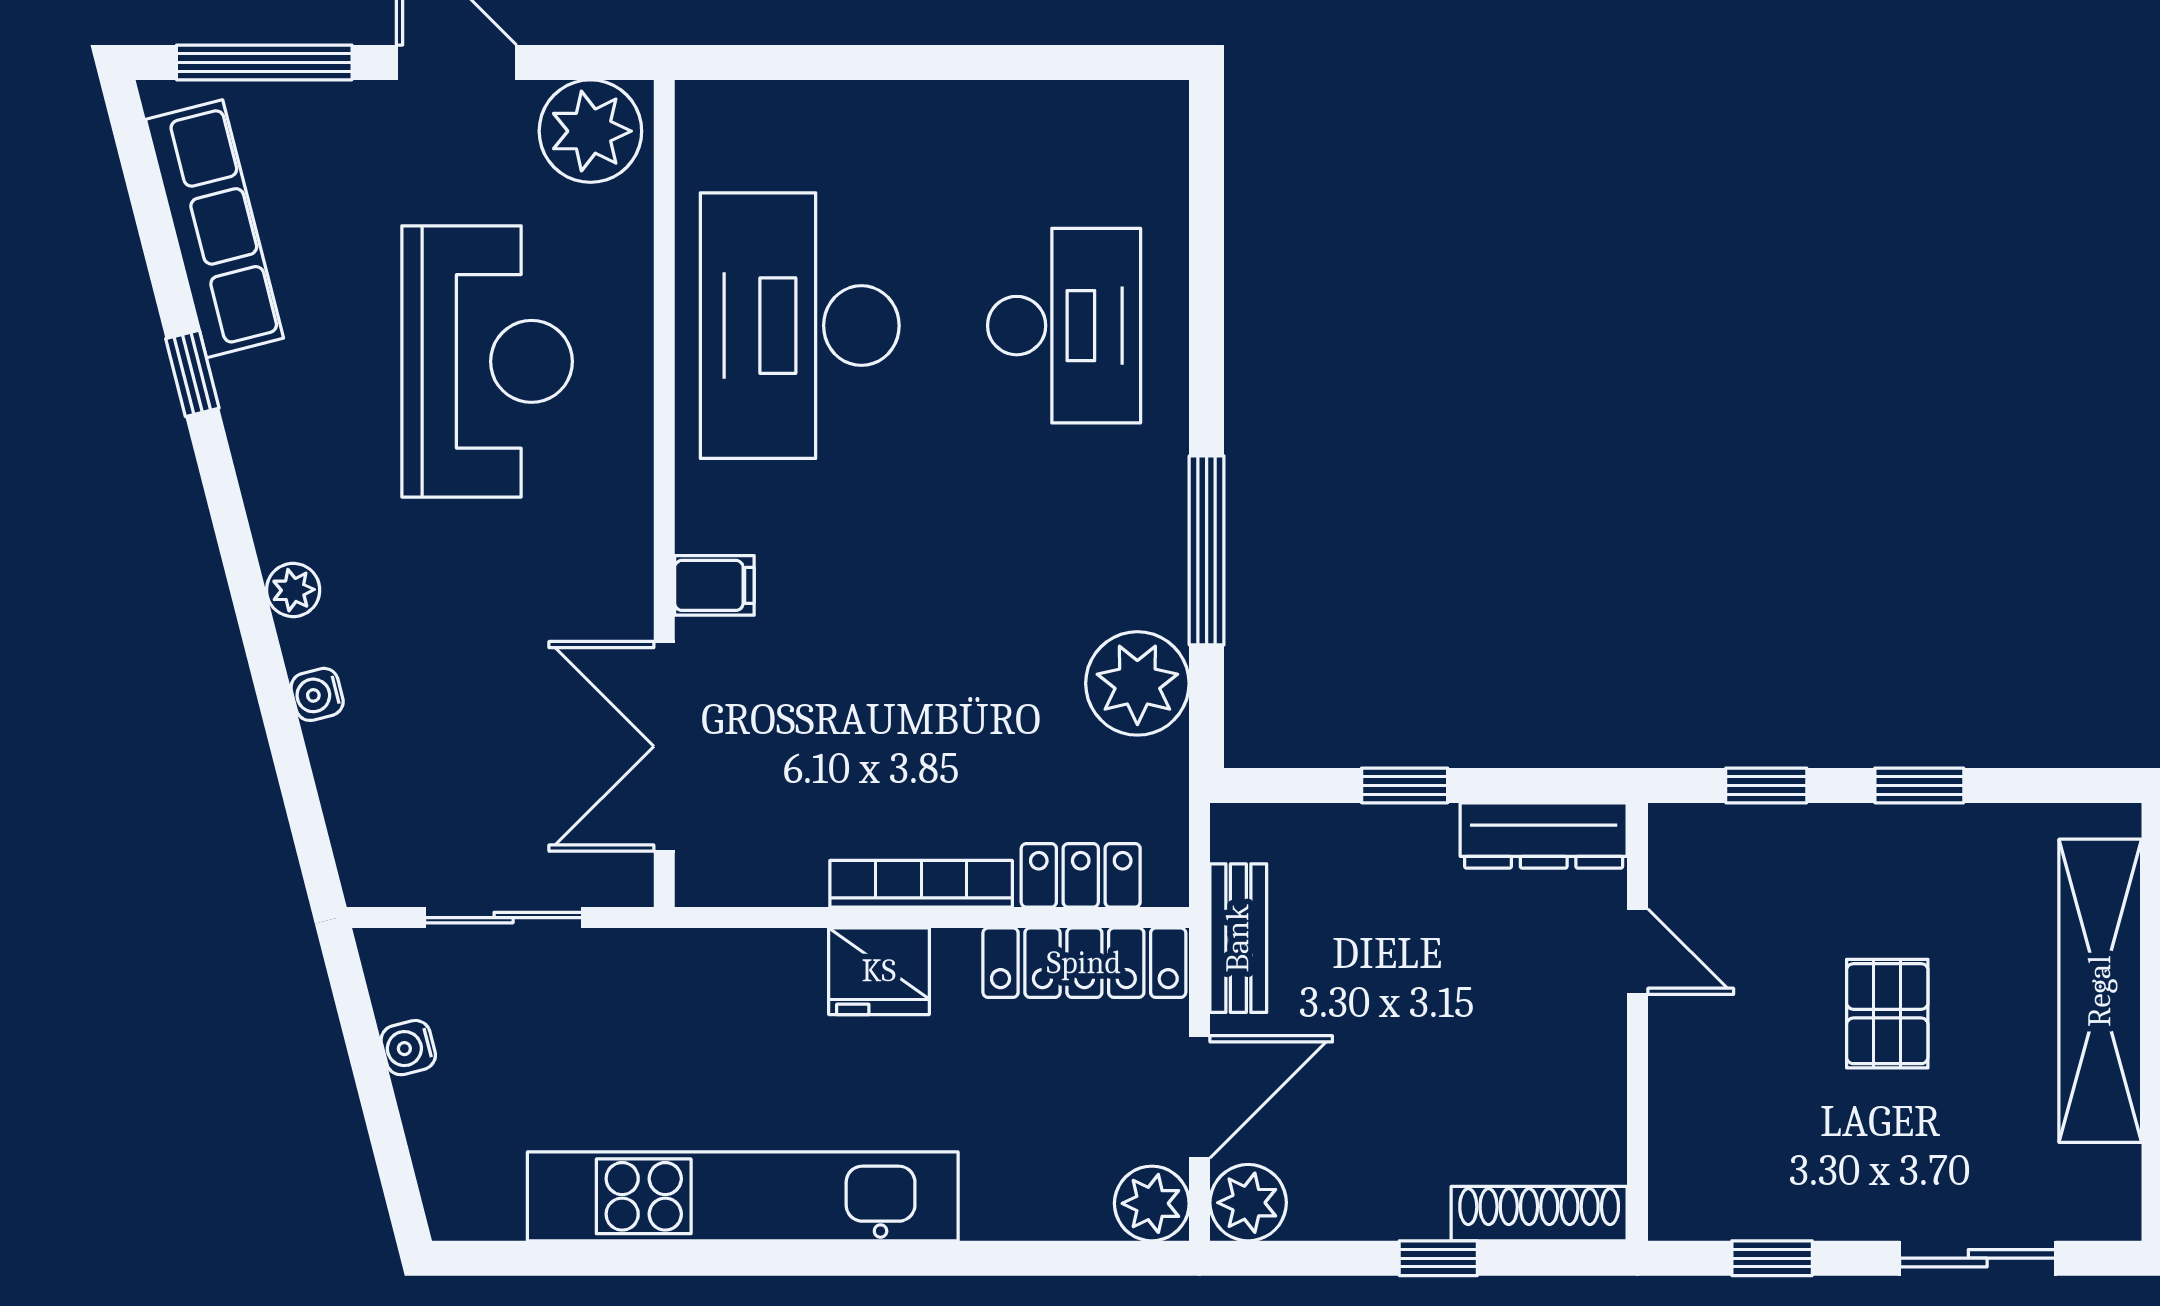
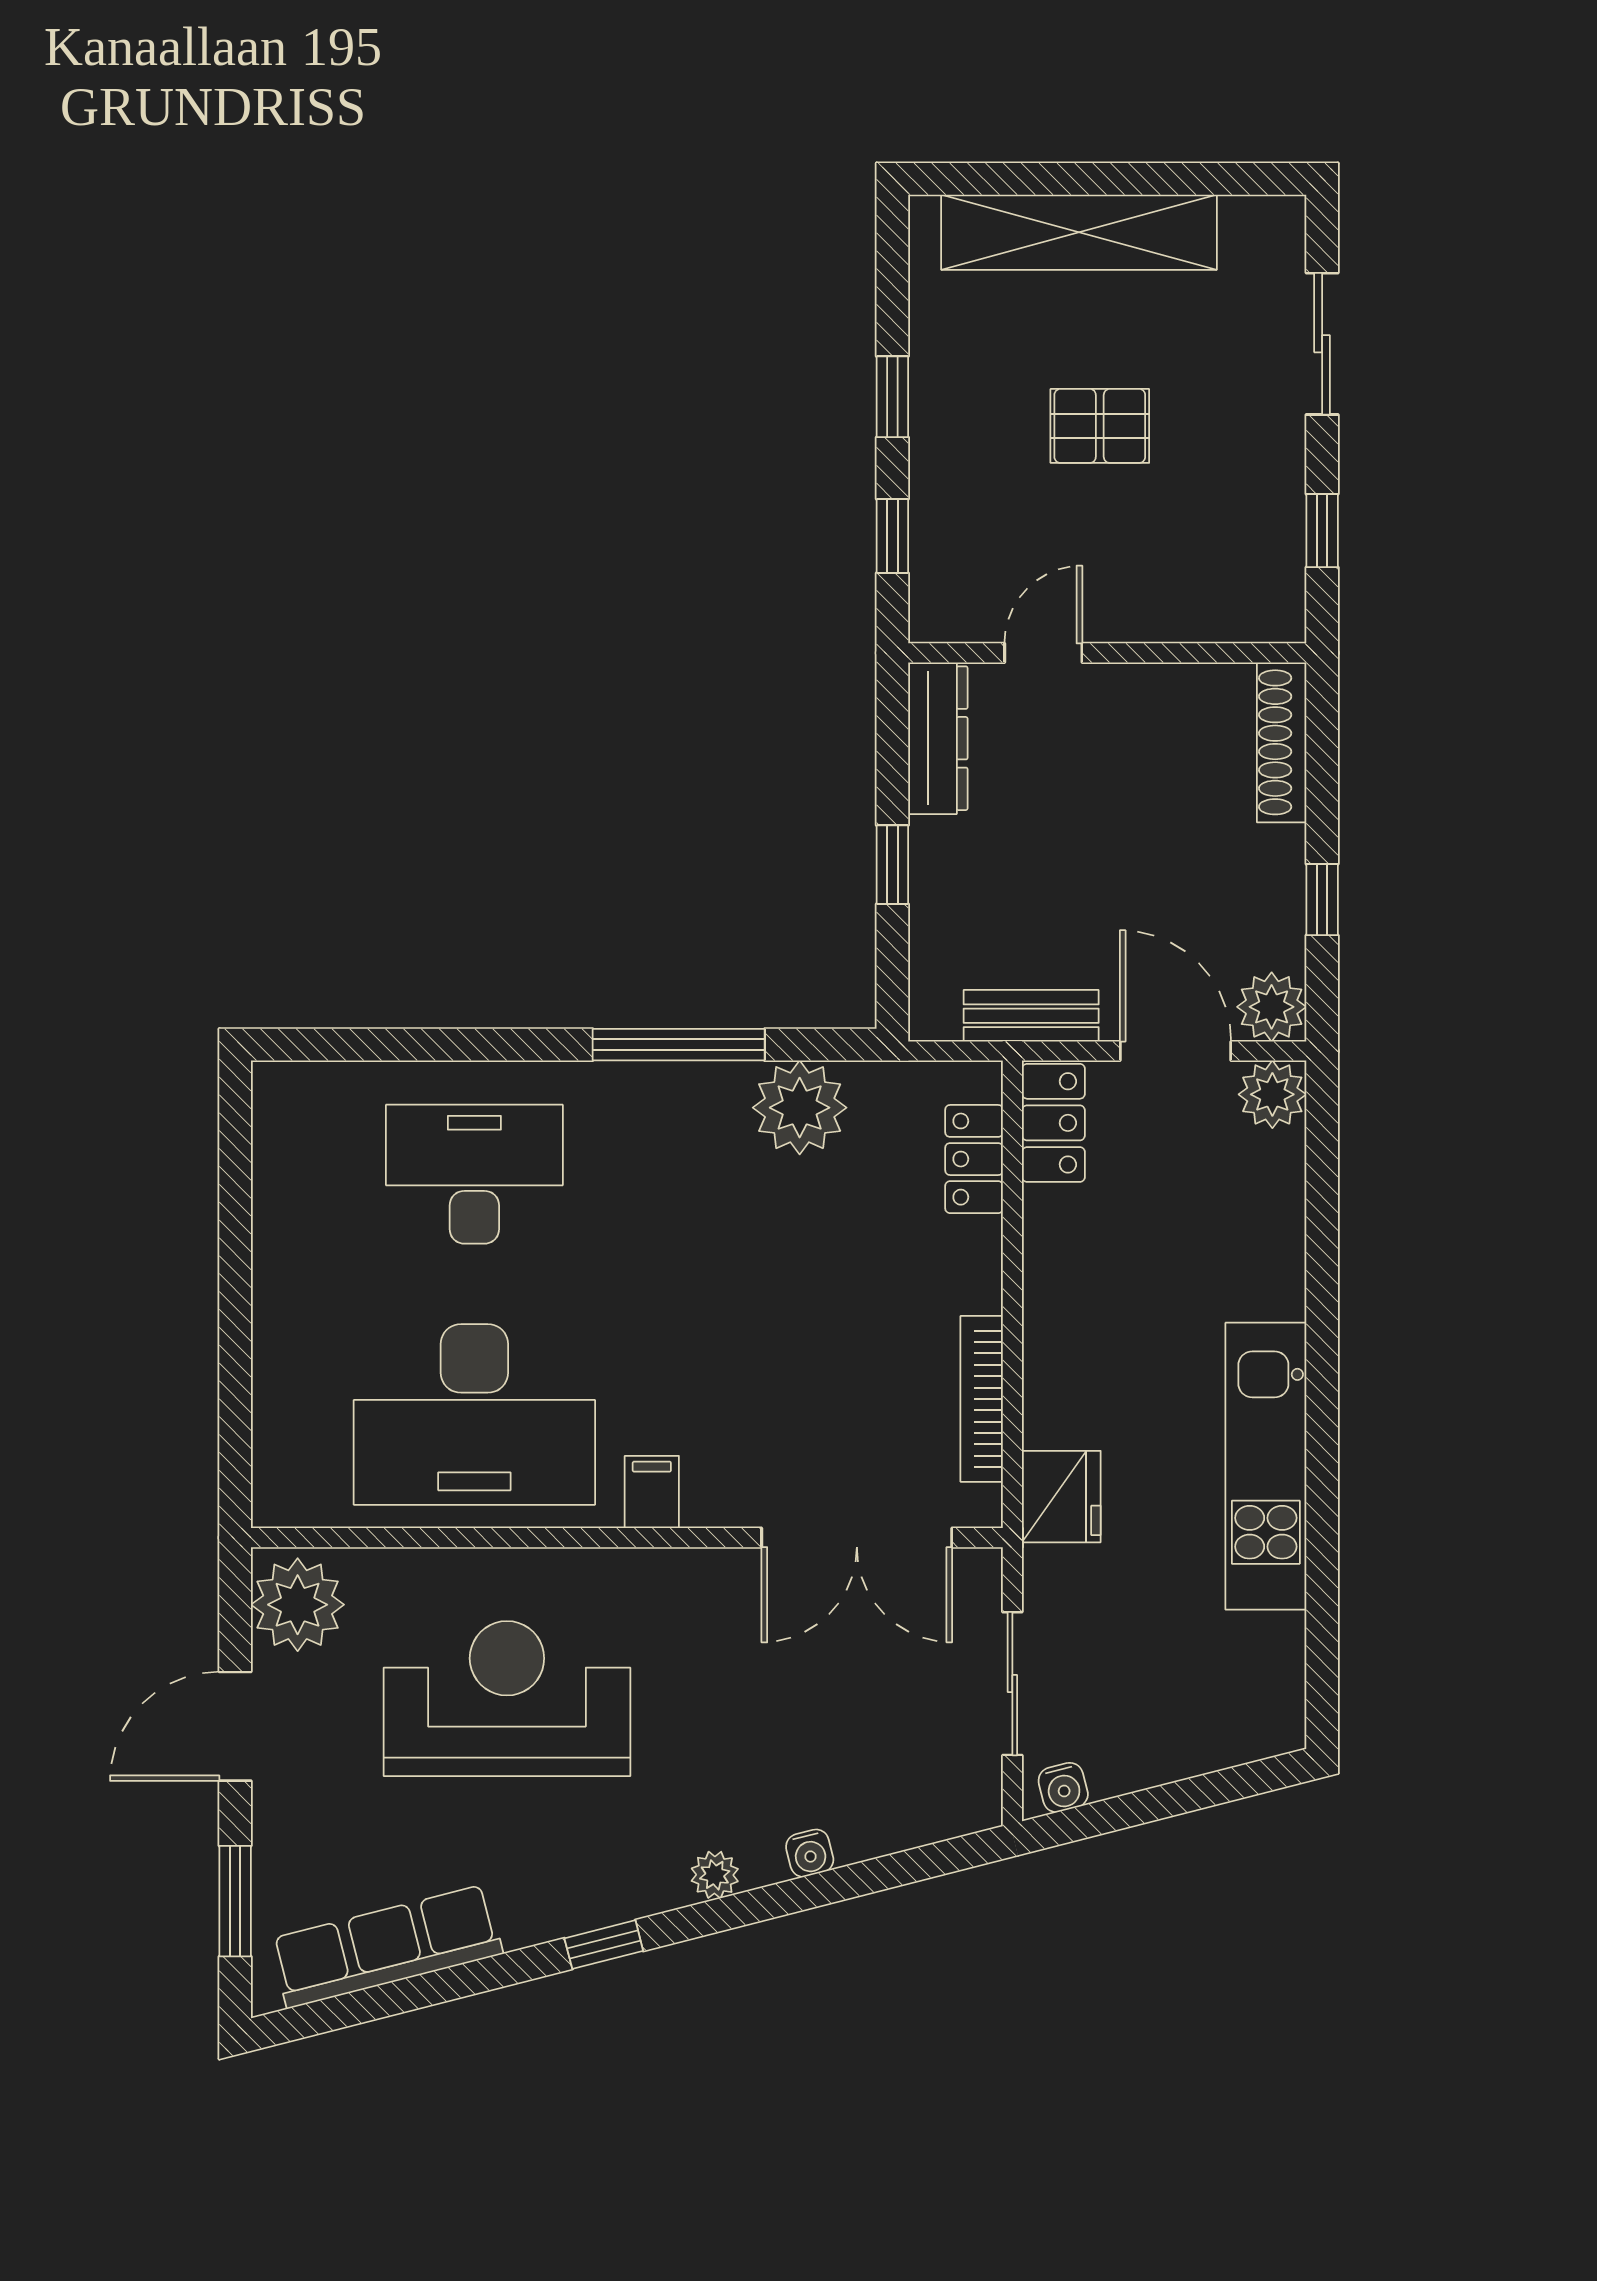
window: (264, 62) -> (235, 1901), width x0.69
window: (192, 373) -> (604, 1945), moved
filing cabinet: (714, 585) -> (652, 1492), moved
bookcase: (921, 884) -> (982, 1399), moved
locker: (1084, 963) -> (1053, 1123), width x0.66
fridge: (879, 971) -> (1061, 1497), moved
water cooler: (408, 1048) -> (1063, 1787), moved
kitchen unit: (743, 1196) -> (1266, 1466), width x0.73
window: (1438, 1258) -> (1322, 900), moved

